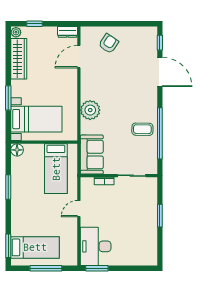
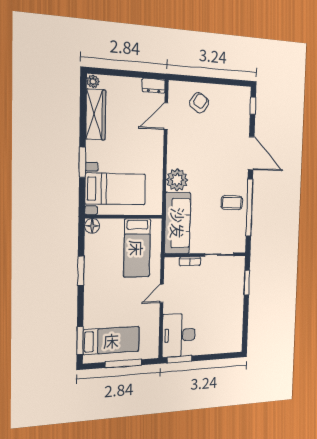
window: (35, 24) -> (116, 73), removed
door: (160, 72) -> (251, 153), moved
sofa: (92, 155) -> (178, 223), width x1.36
window: (160, 216) -> (247, 283), moved

